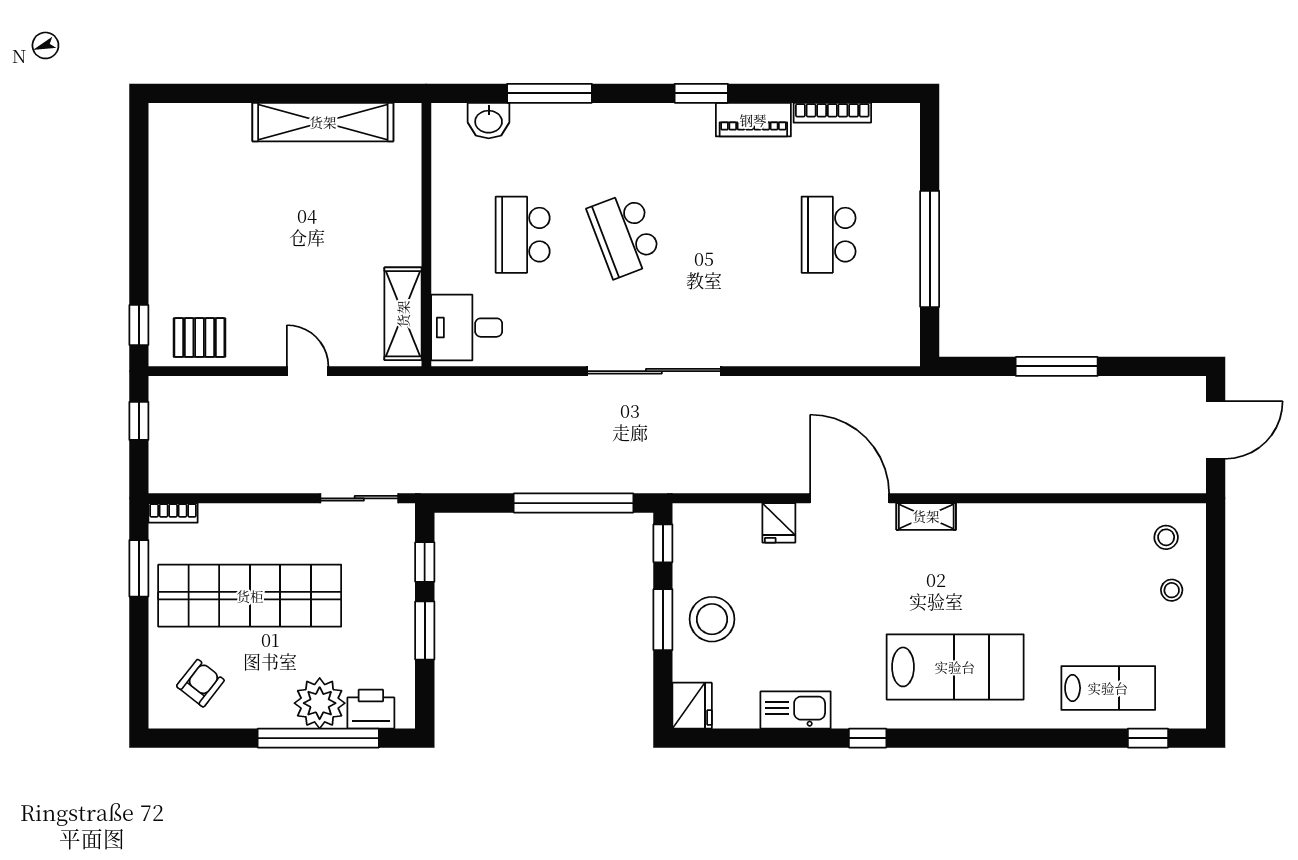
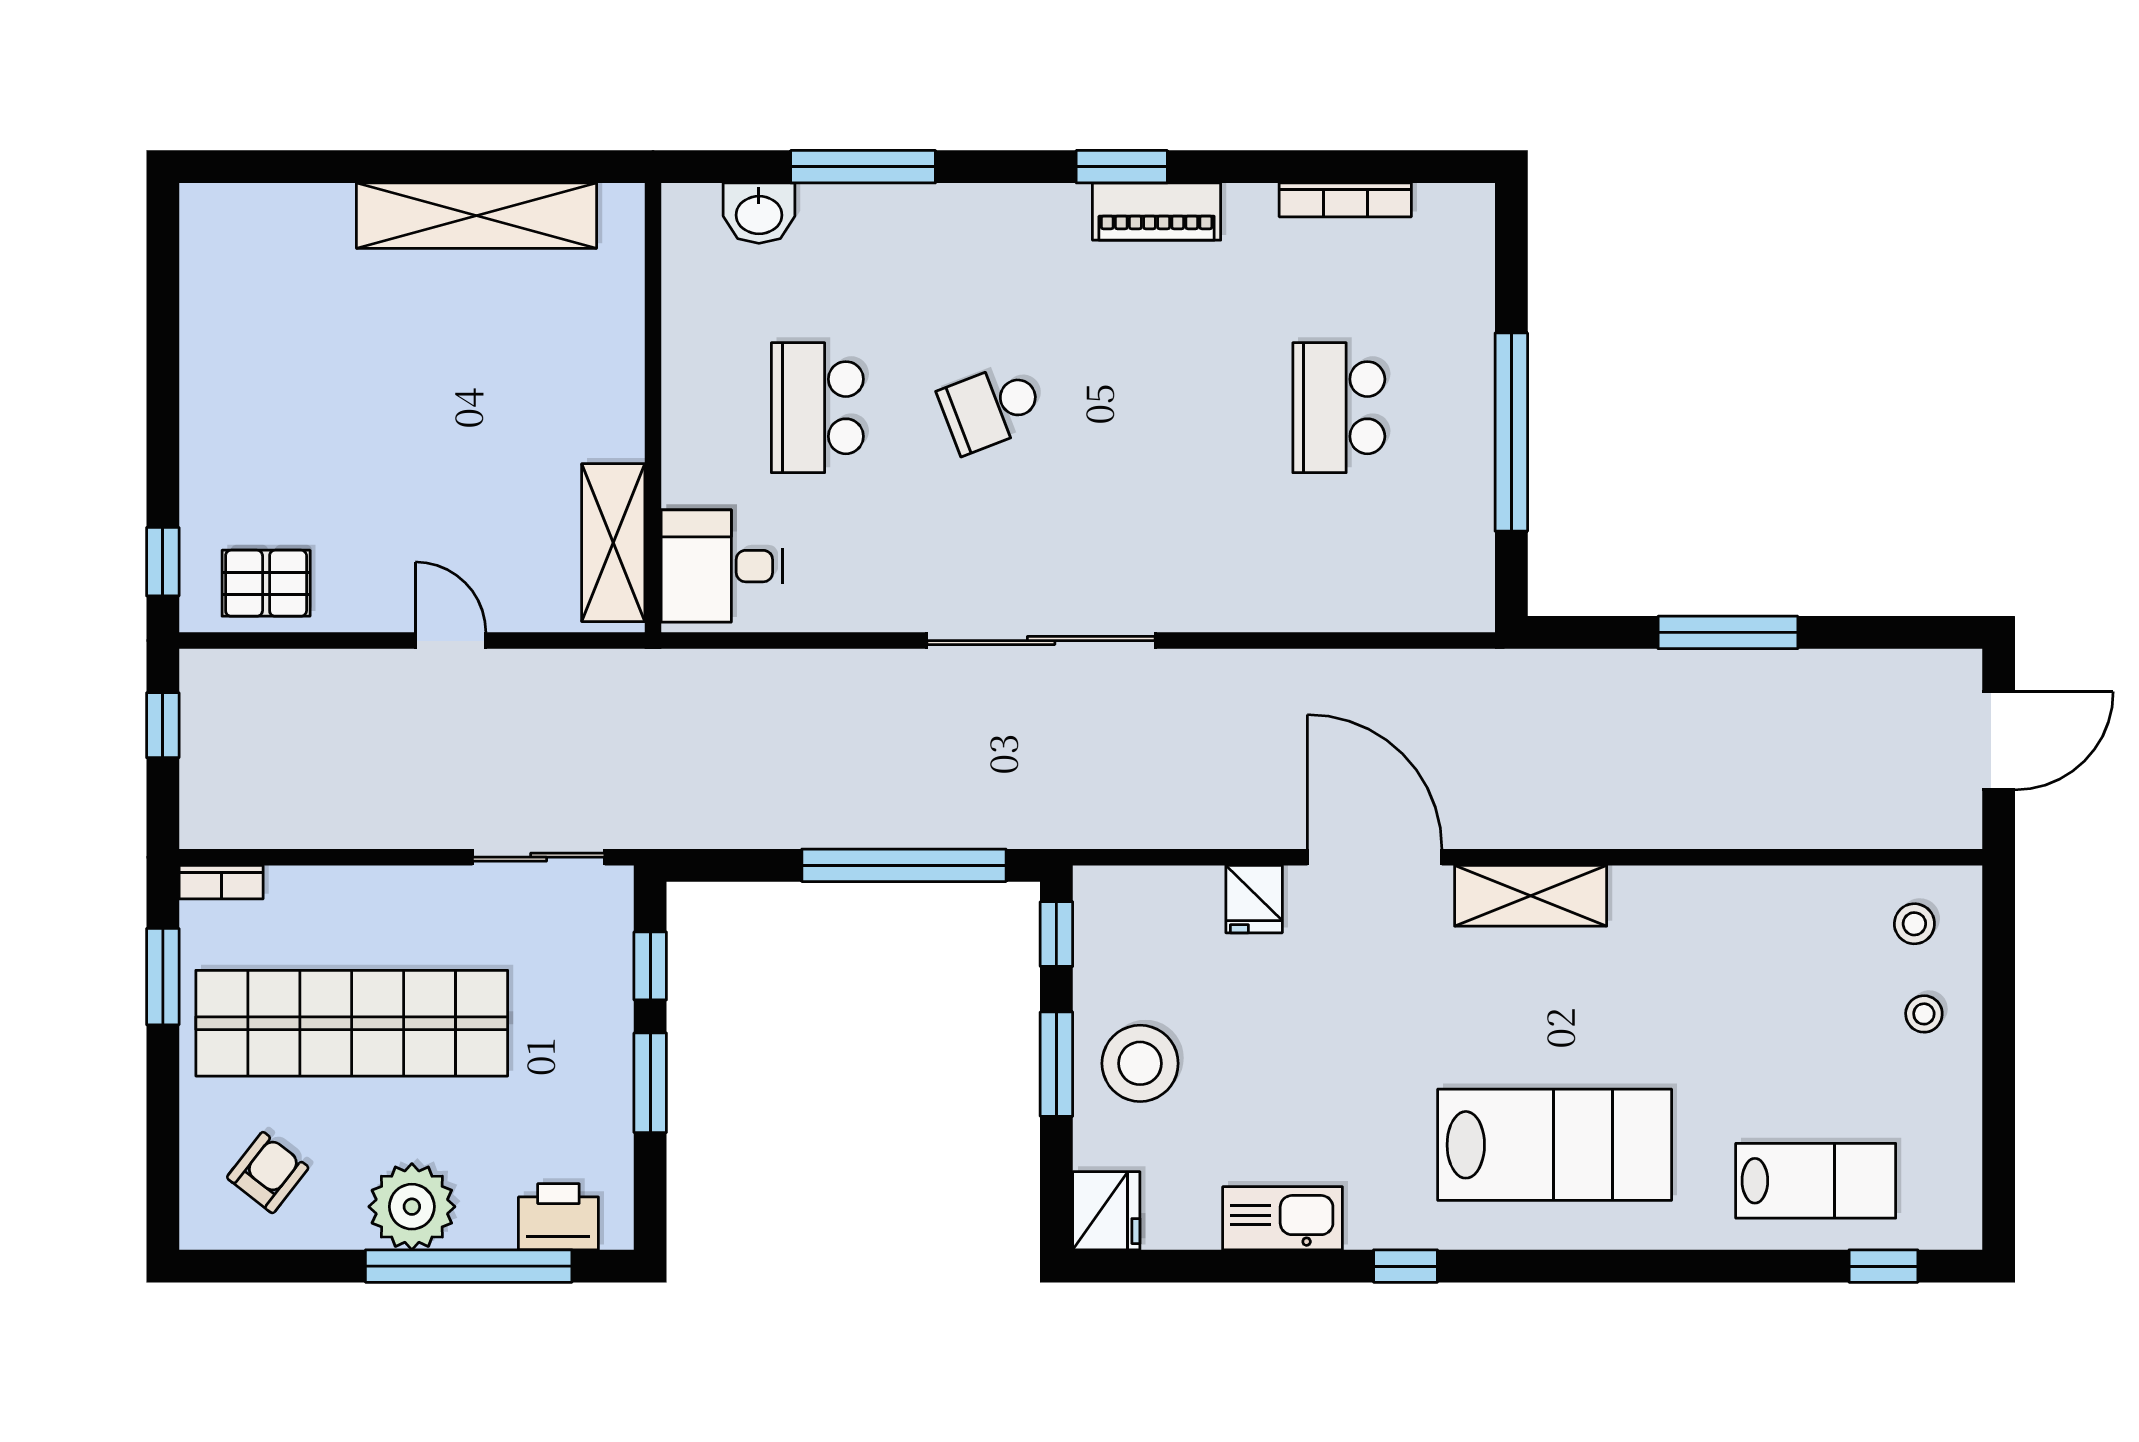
piano: (753, 120) -> (1157, 212), moved
school desk: (625, 235) -> (991, 408), width x0.54
shelving: (926, 516) -> (1531, 896), width x1.50, depth x1.33
plant: (320, 703) -> (412, 1207), moved

